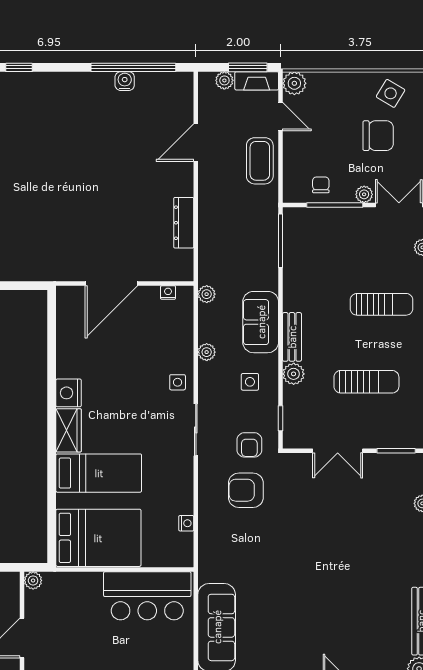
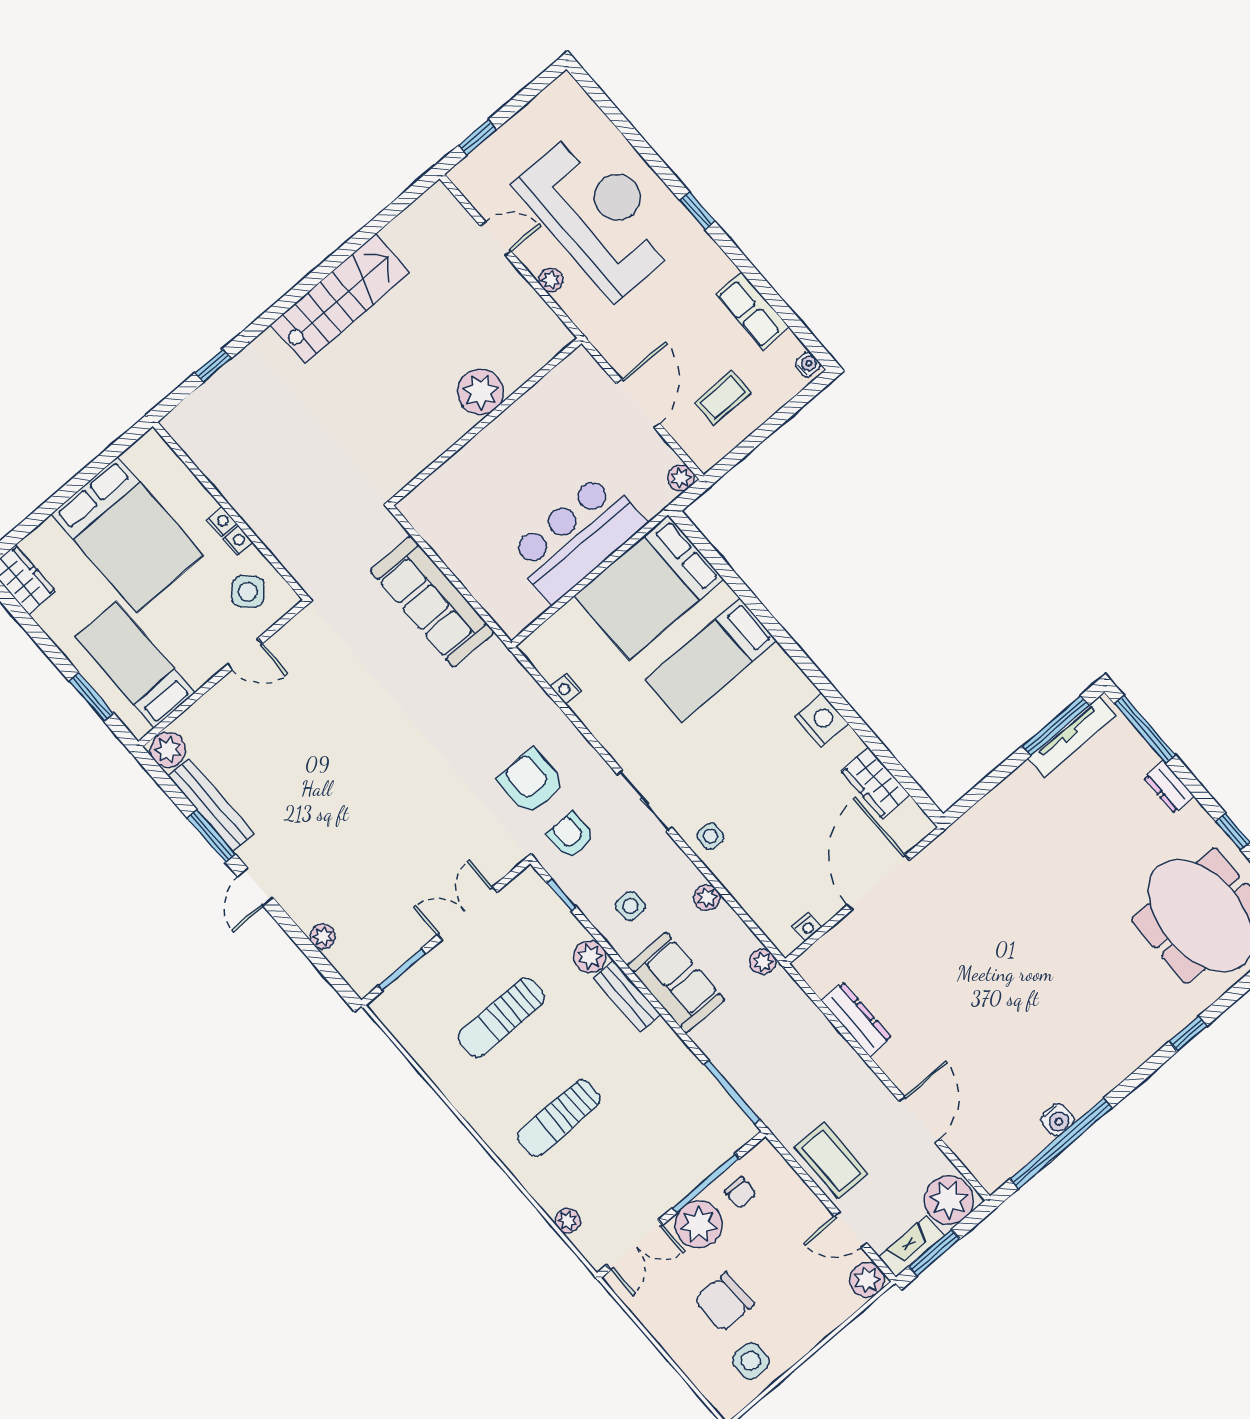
plant: (224, 80) -> (949, 1200), width x1.87, depth x1.87
side table: (391, 93) -> (751, 1361), turned -31
plant: (364, 194) -> (699, 1225), width x1.87, depth x1.87
wardrobe: (69, 430) -> (875, 783), moved
armchair: (246, 490) -> (531, 782), turned -90
bar counter: (147, 596) -> (577, 538), moved

